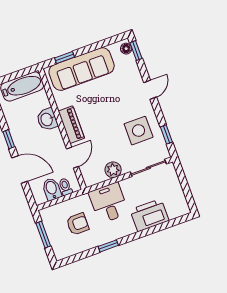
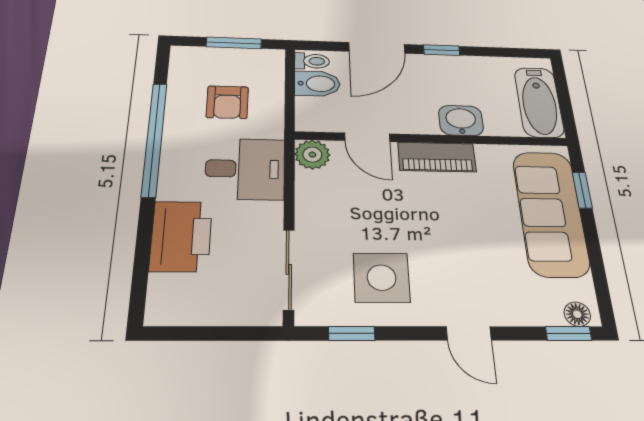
plant: (113, 170) -> (312, 155), moved
toilet: (65, 187) -> (312, 61), moved
window: (108, 246) -> (154, 139), width x3.17

